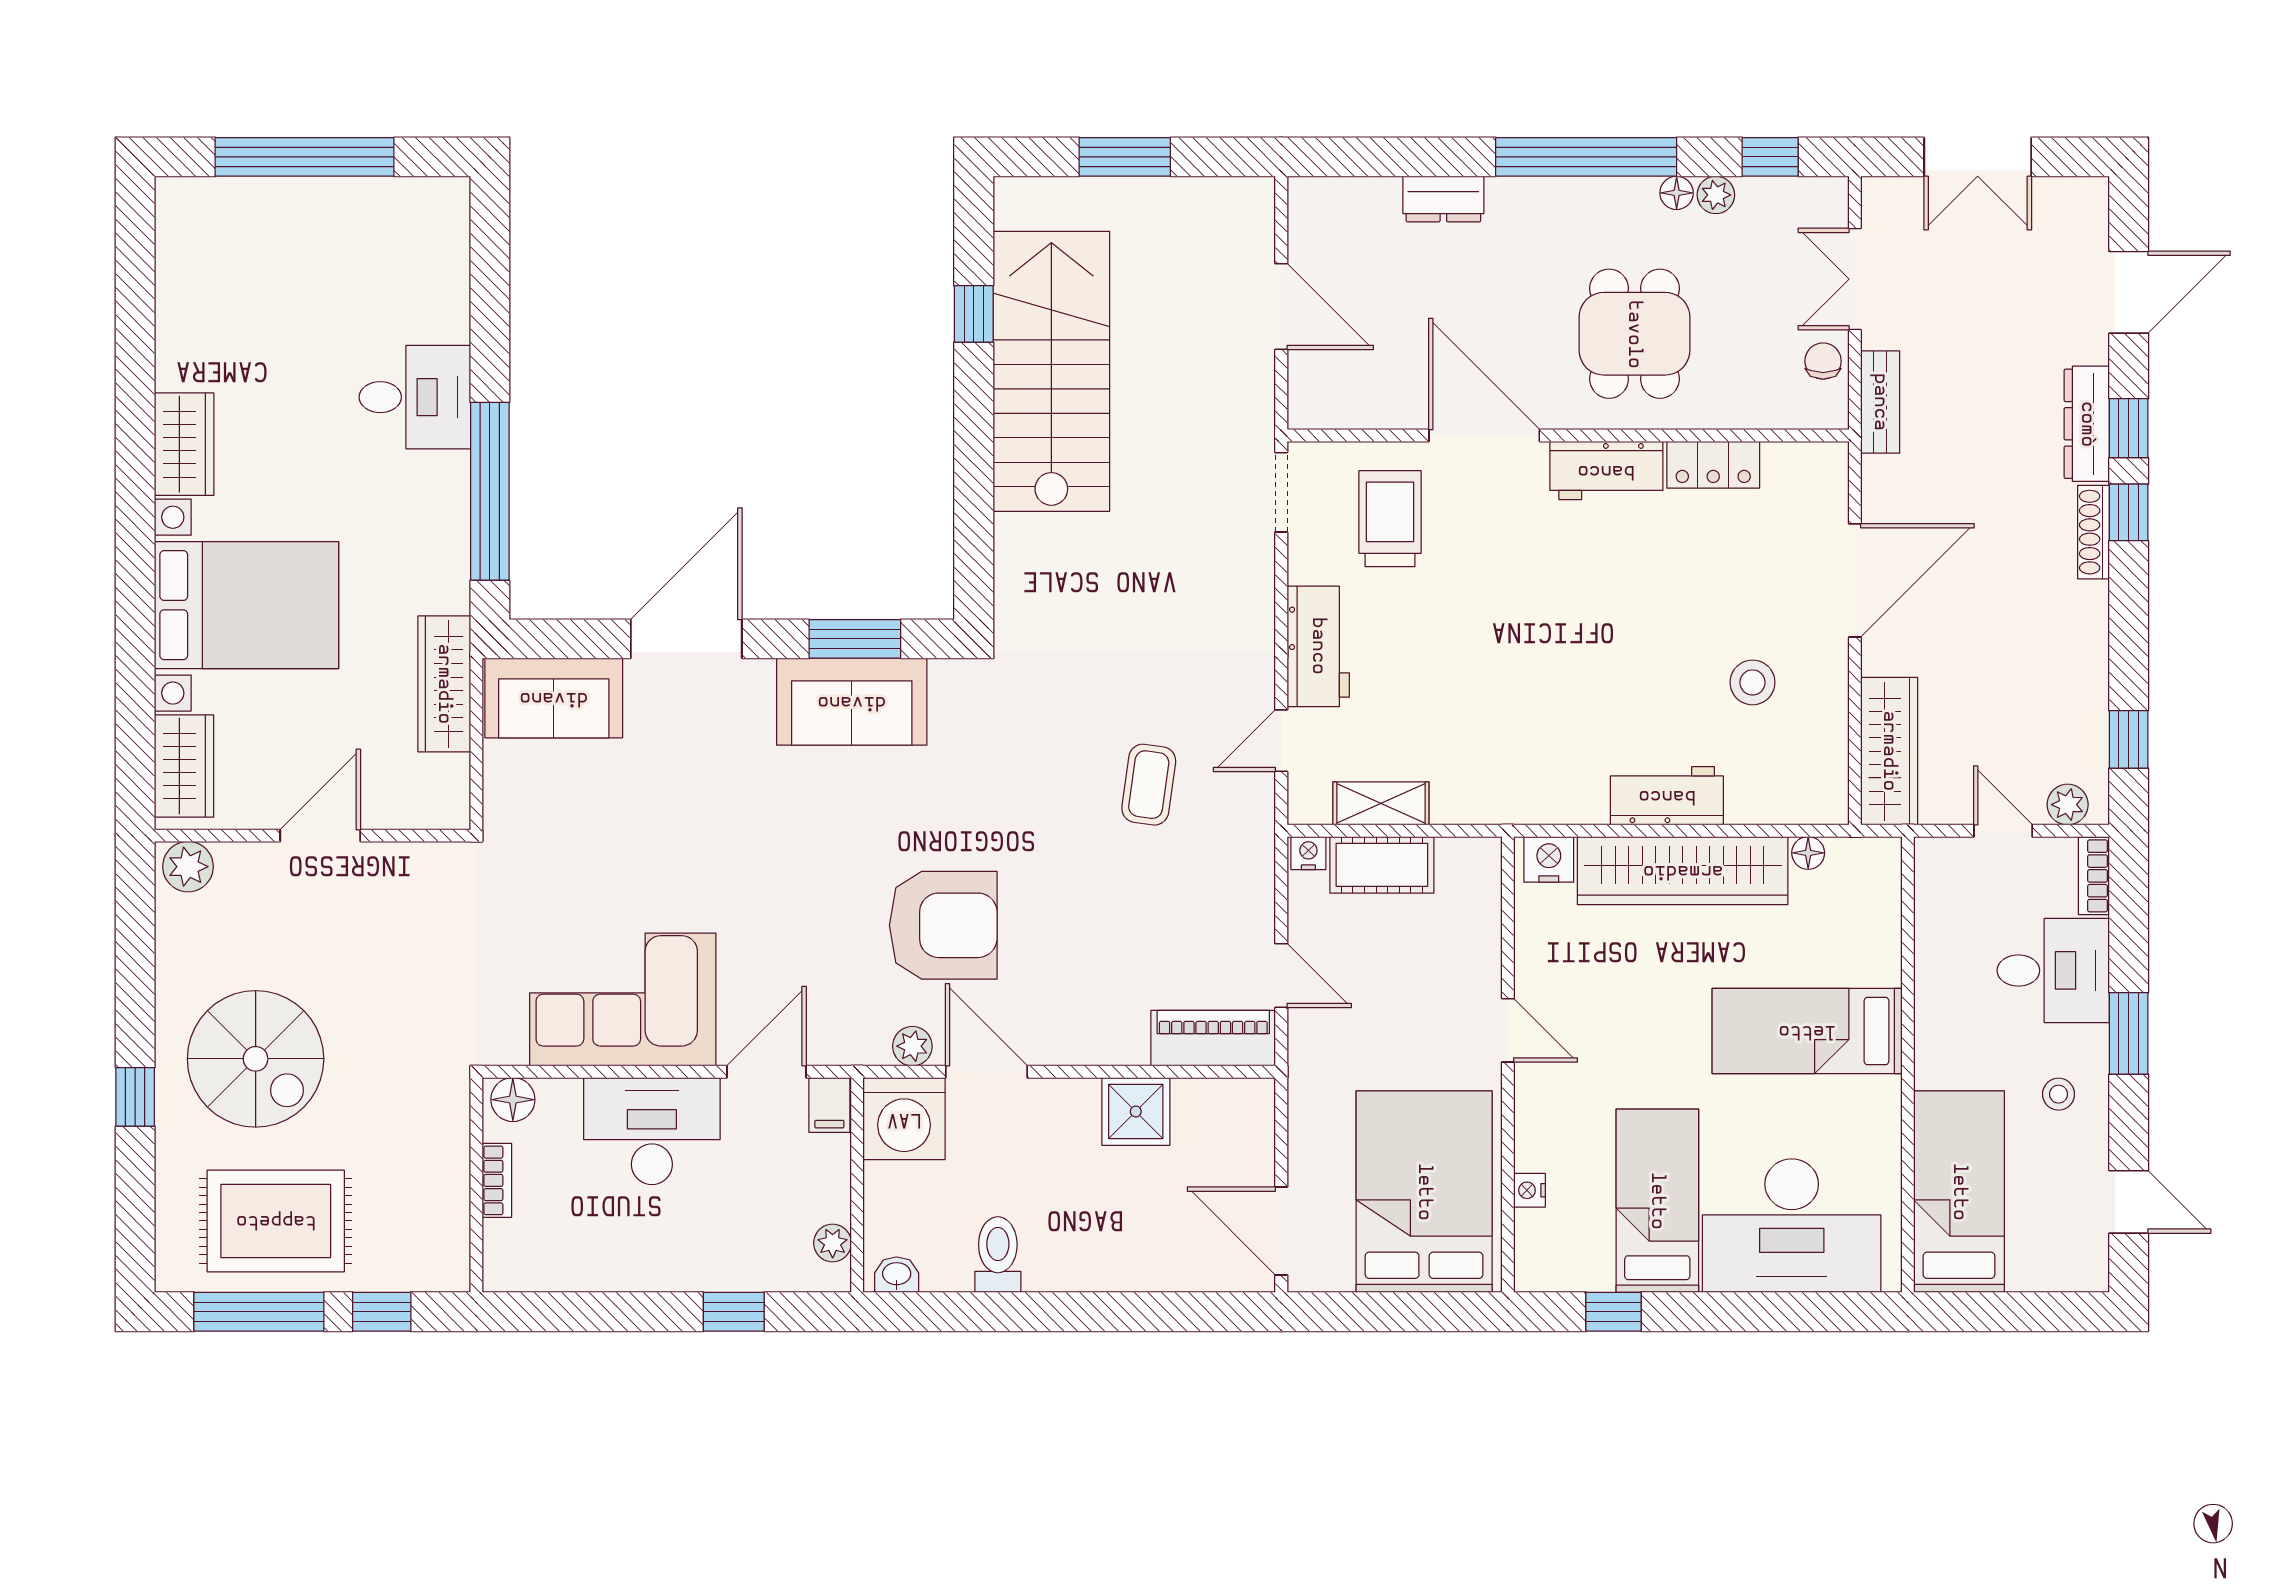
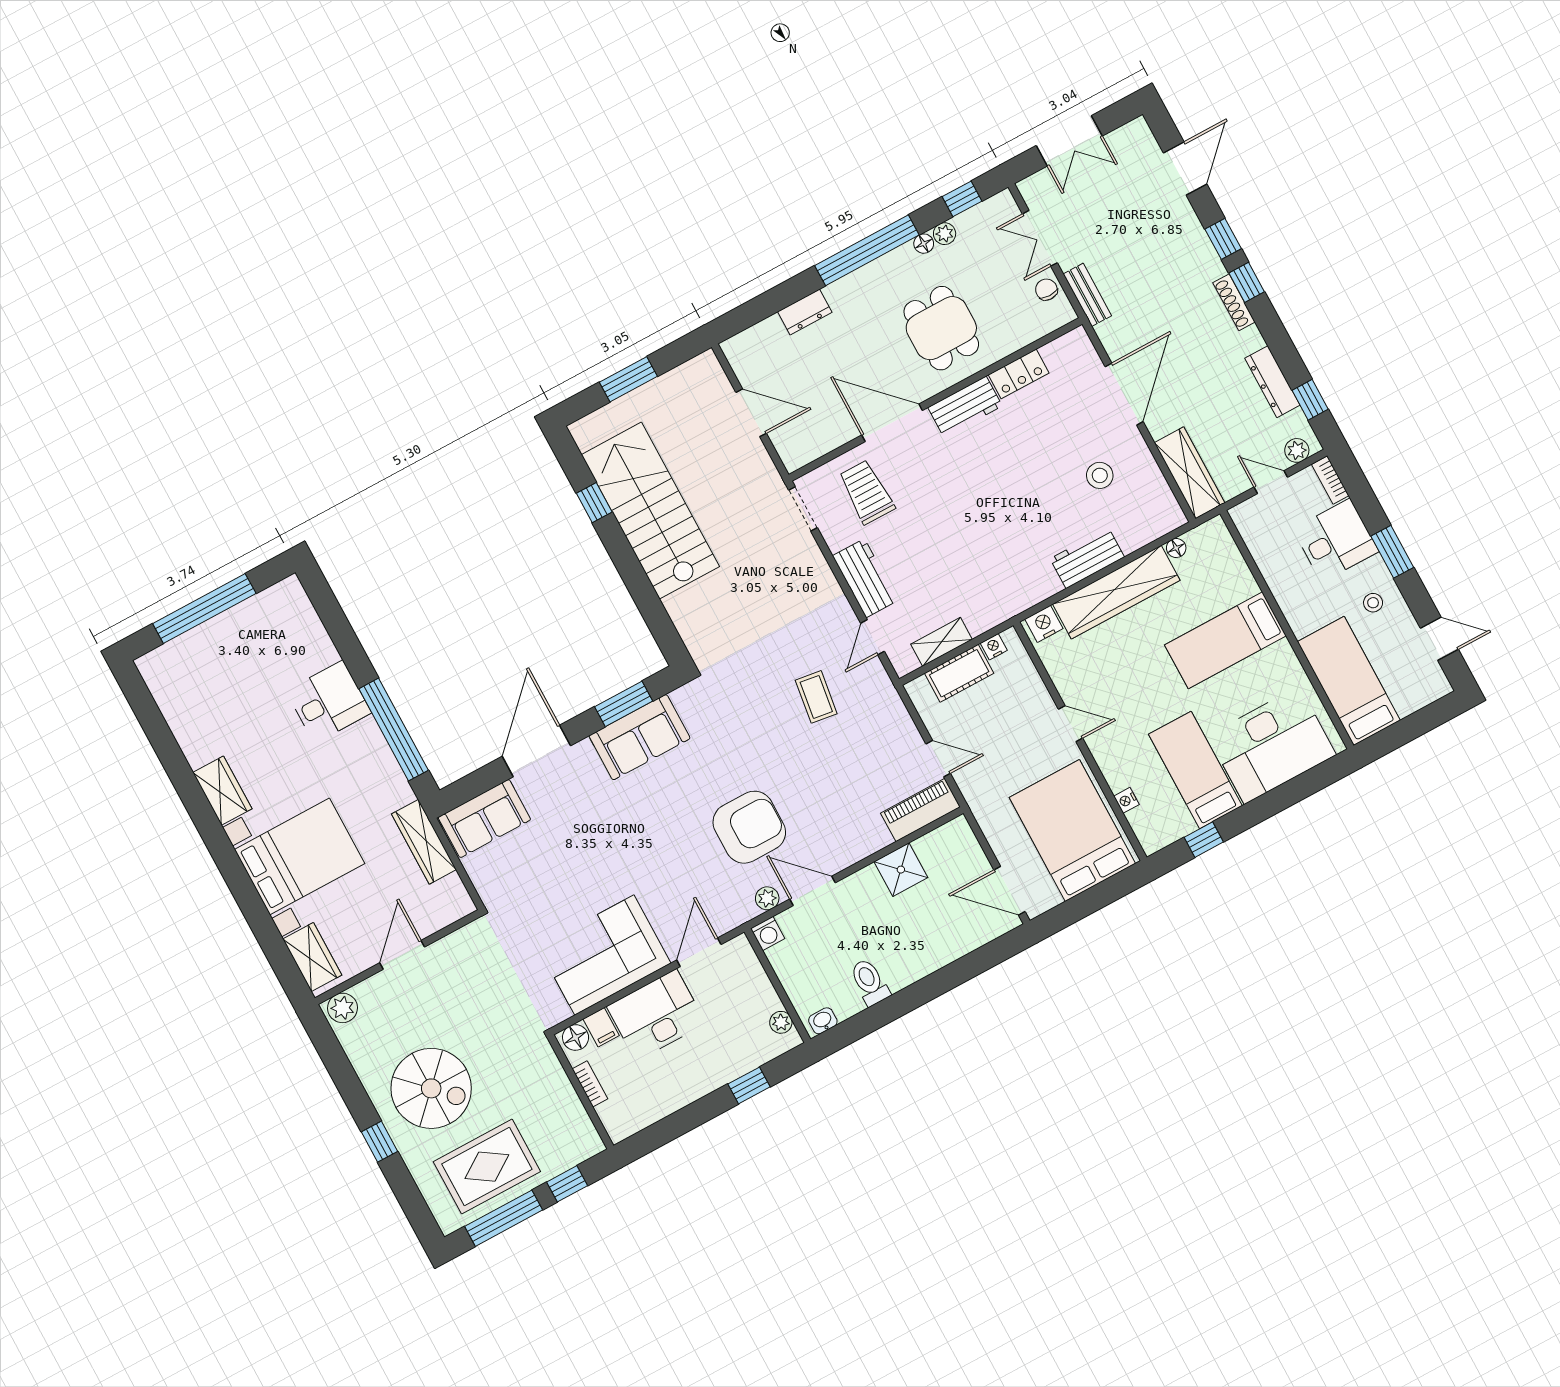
dresser: (2087, 424) -> (1272, 382), moved
nightstand: (1308, 853) -> (994, 647), moved
filing cabinet: (829, 1105) -> (601, 1027), moved
washing machine: (904, 1119) -> (768, 933), width x0.53, depth x0.53

